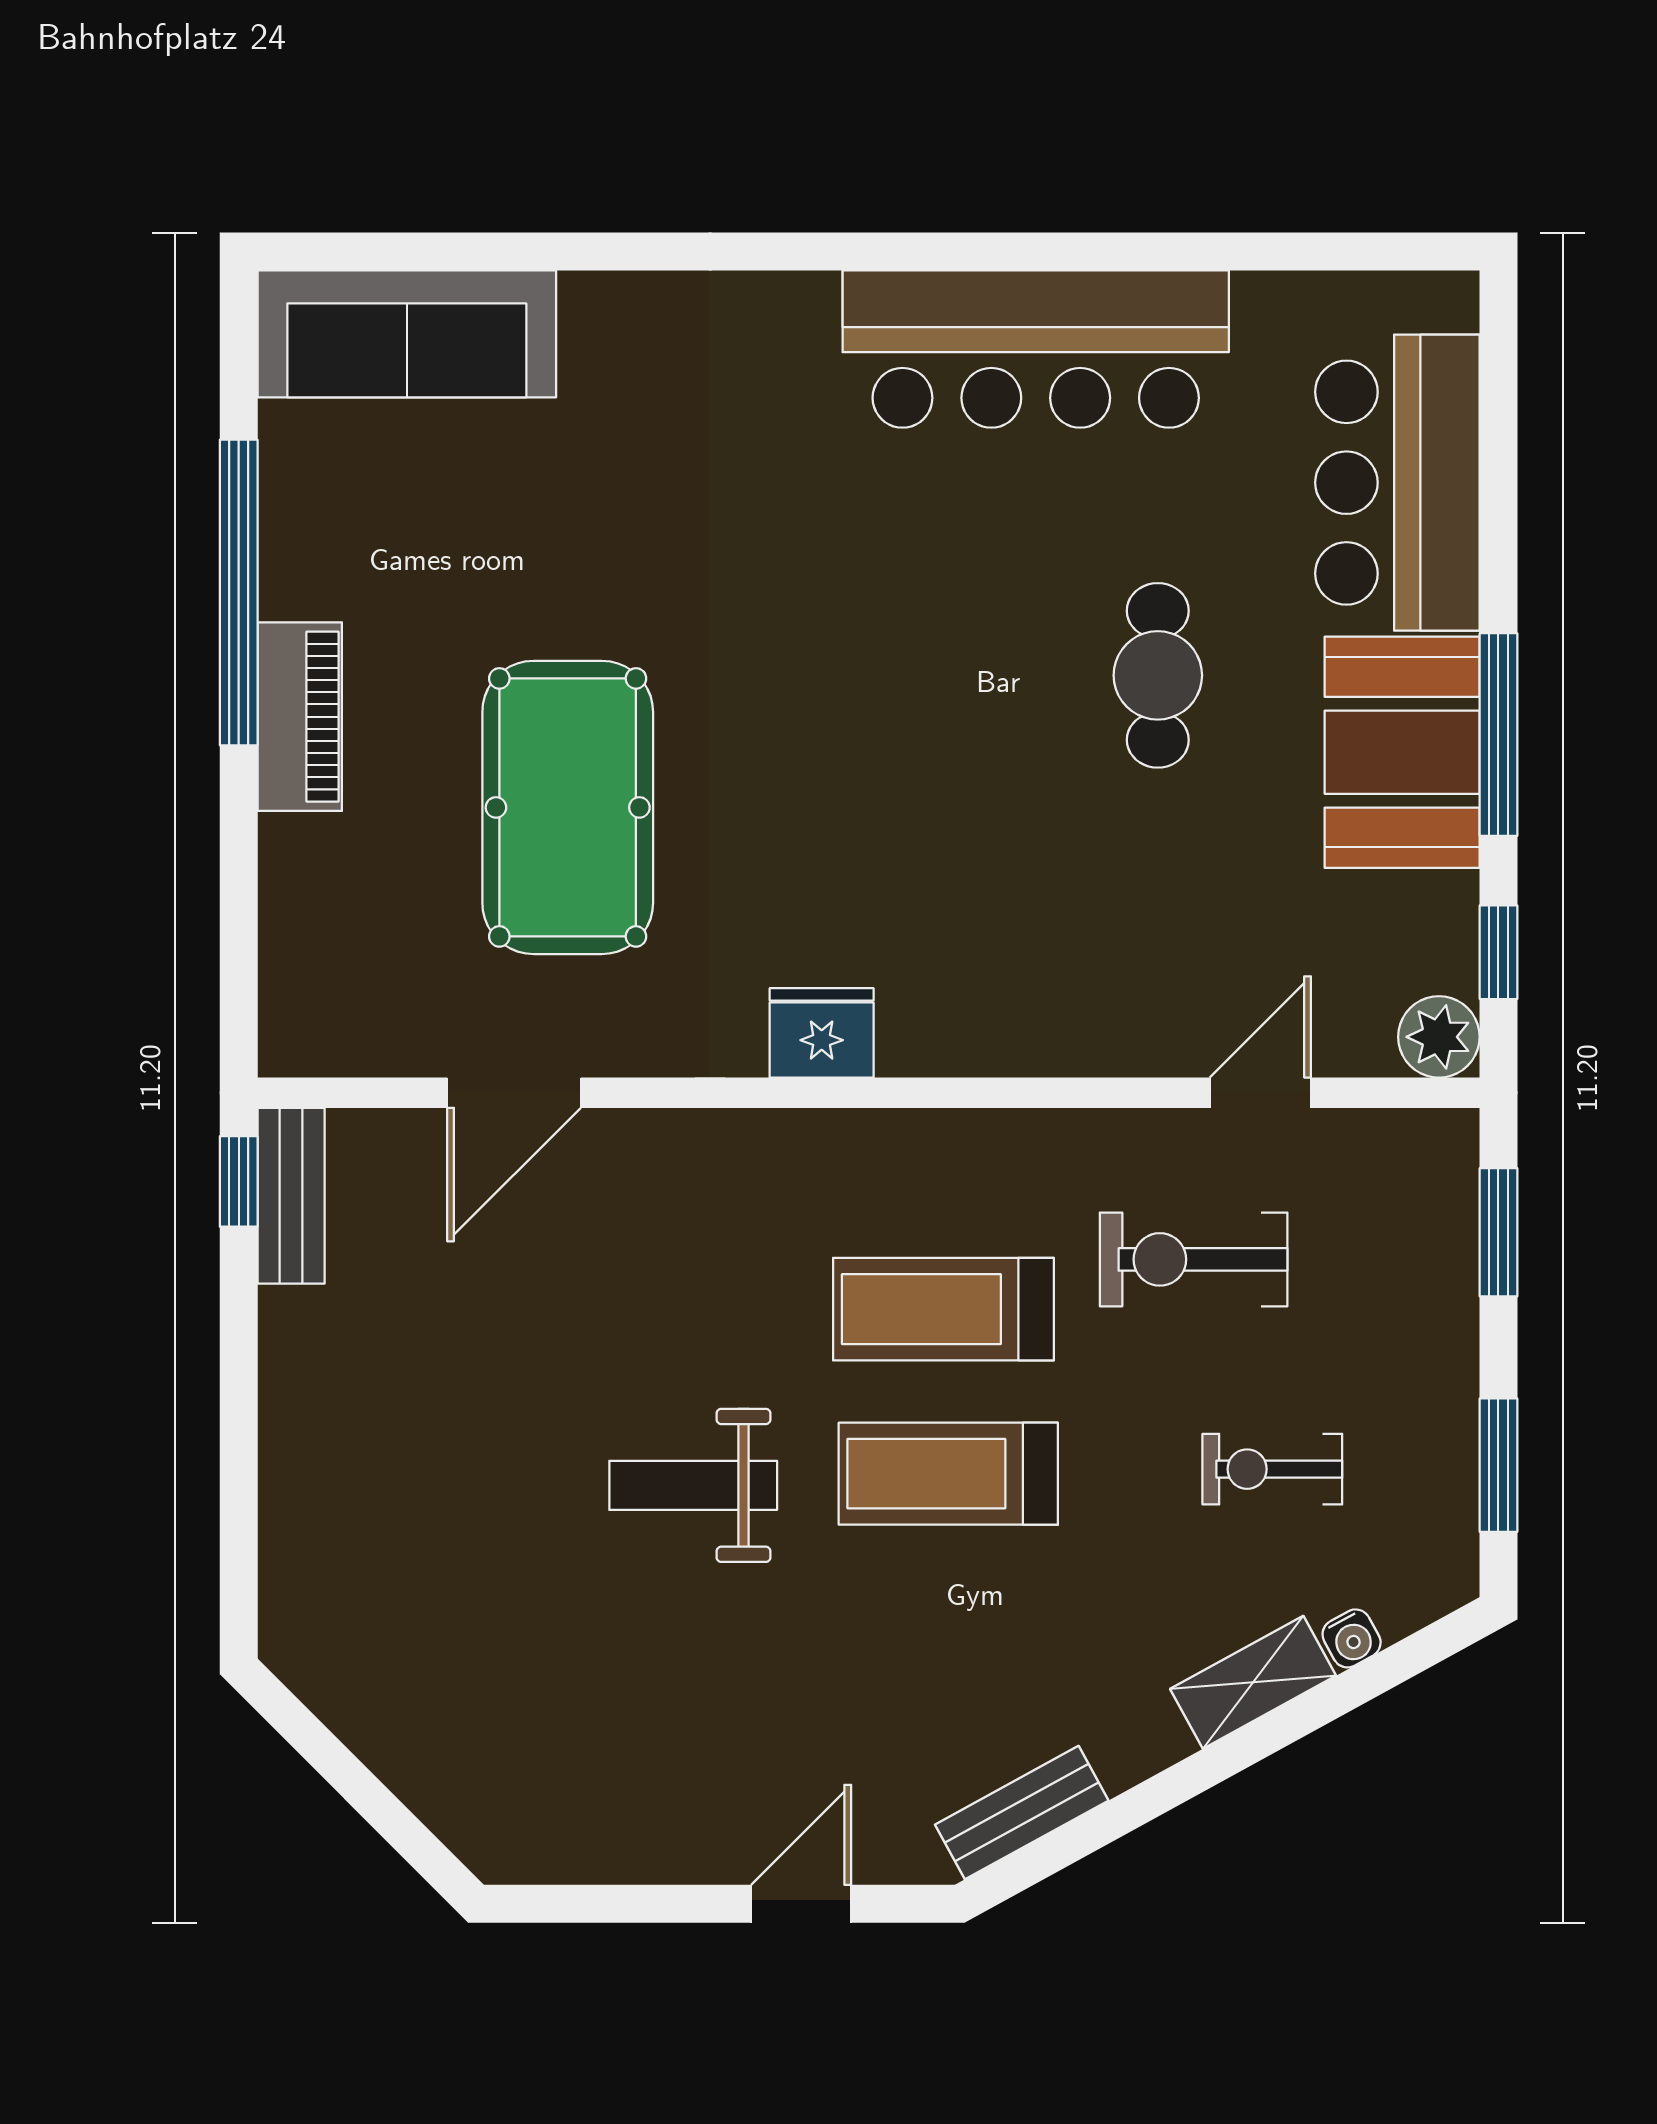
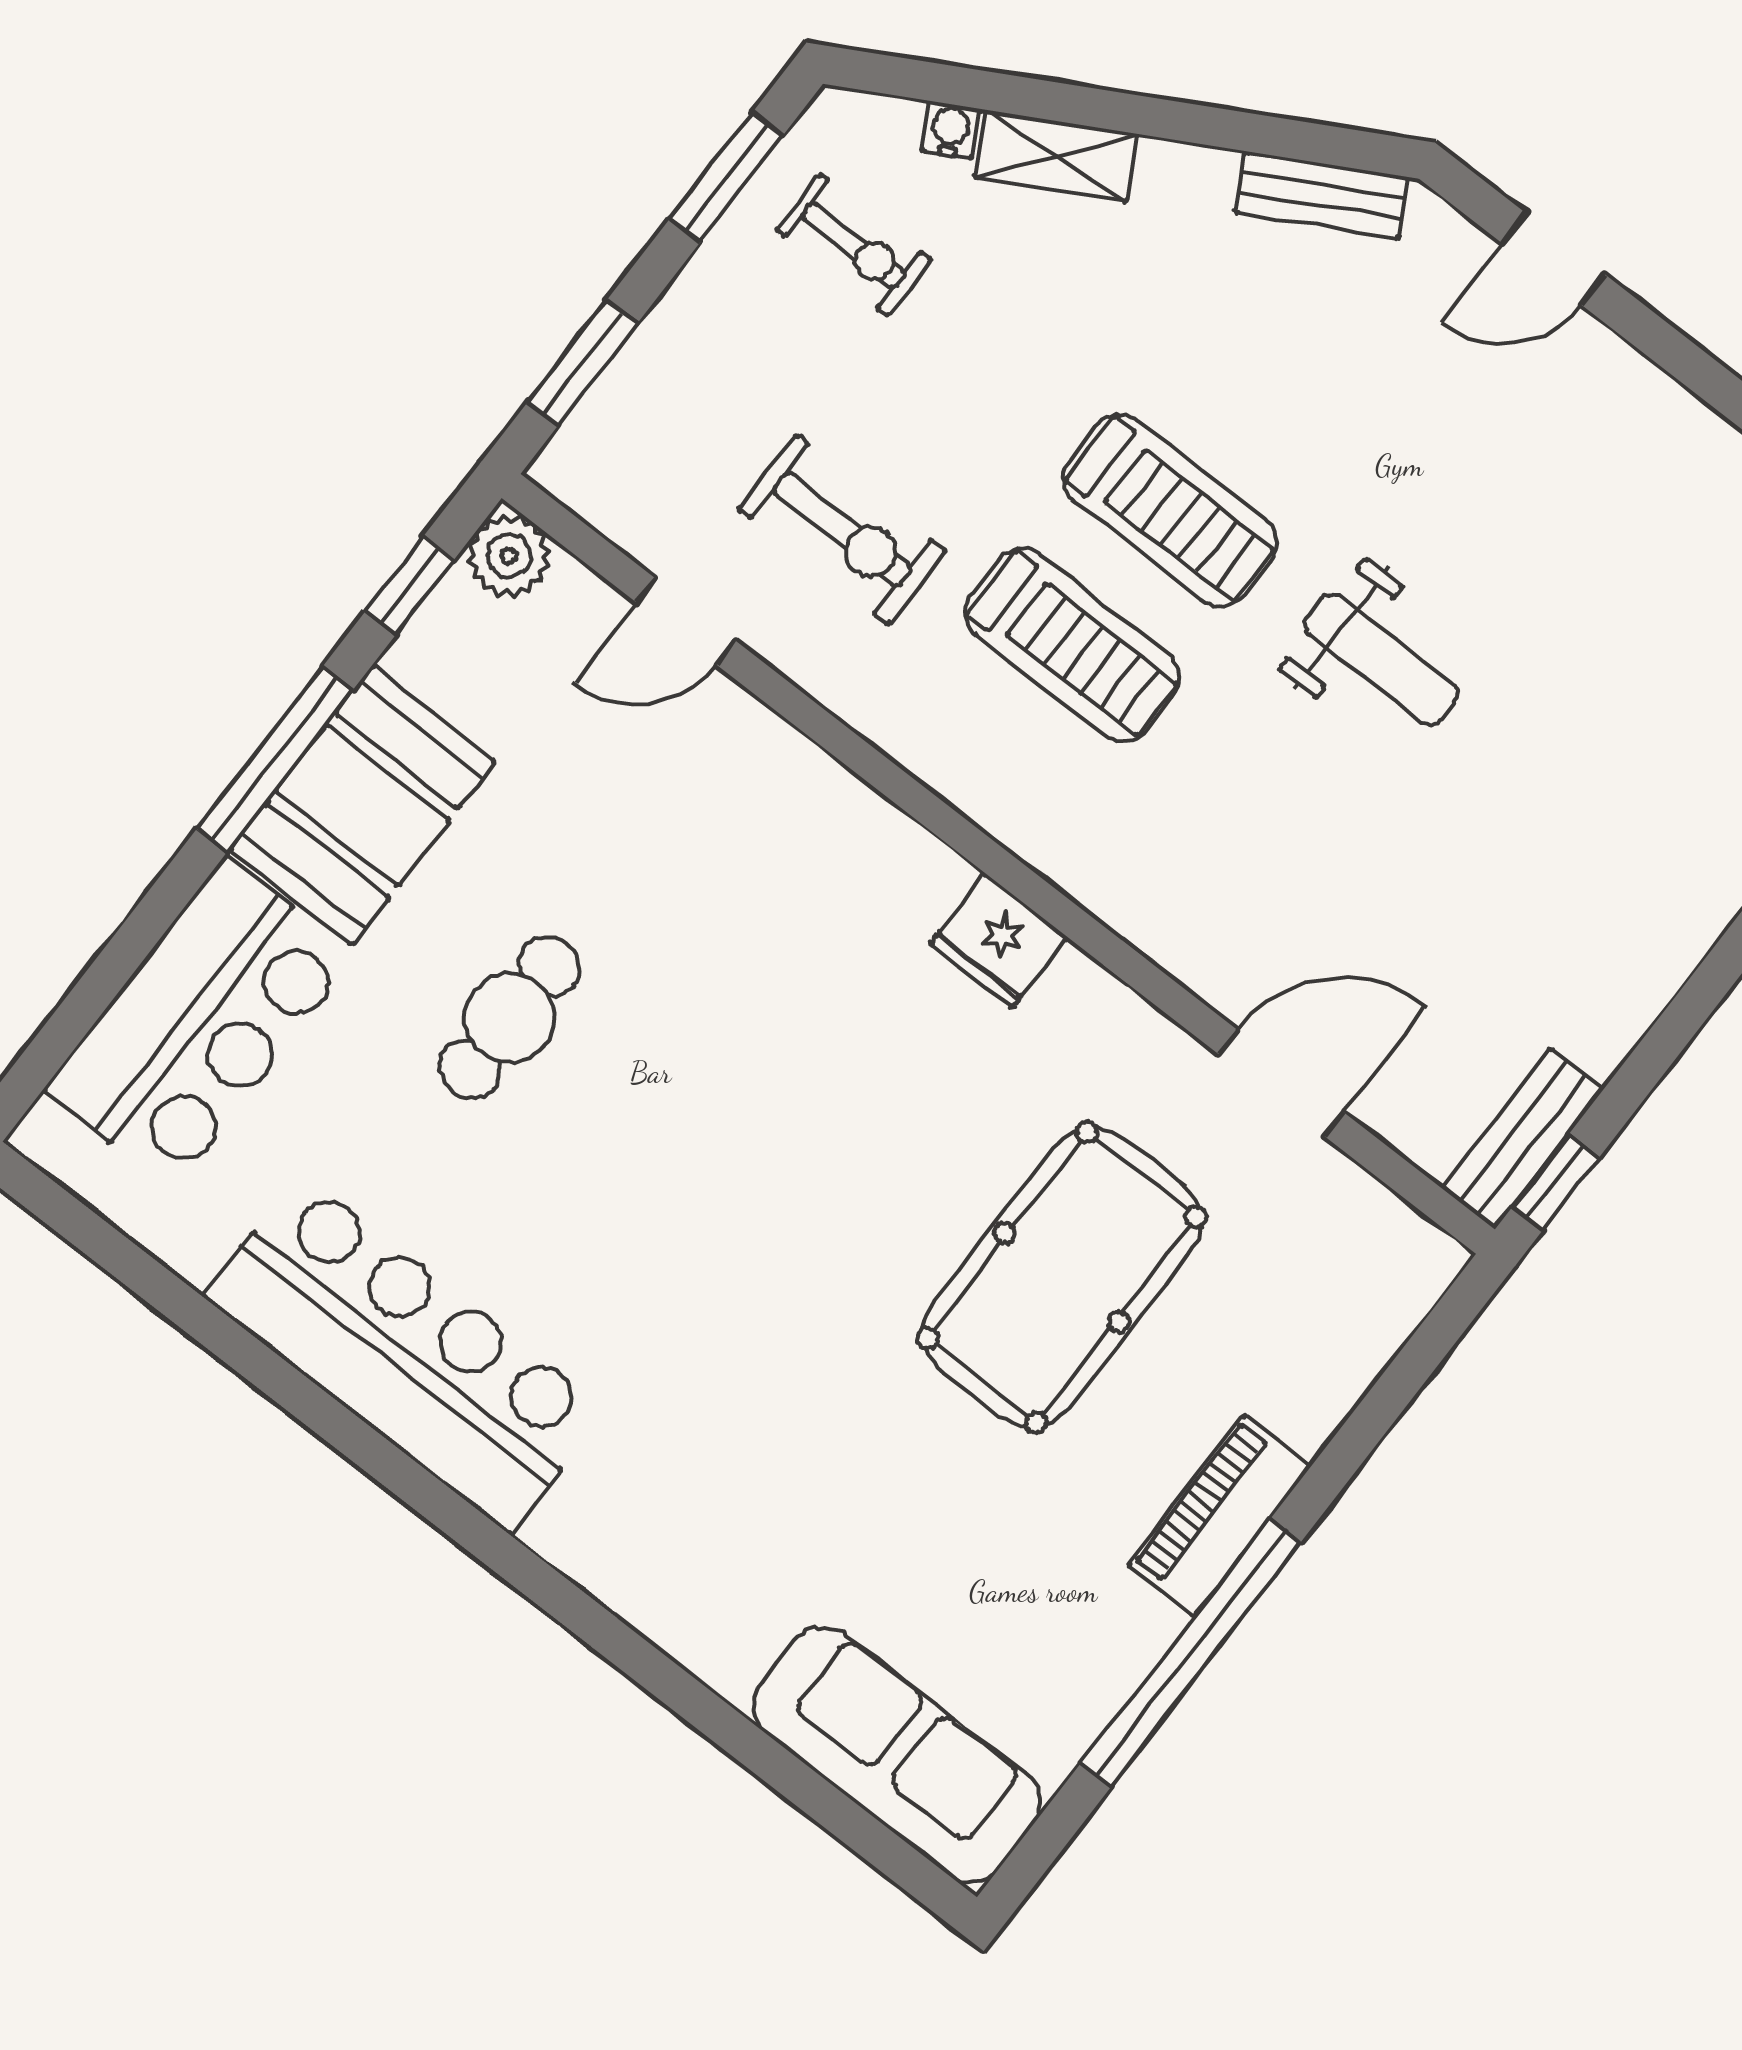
exercise bike: (1272, 1469) -> (854, 245), moved

